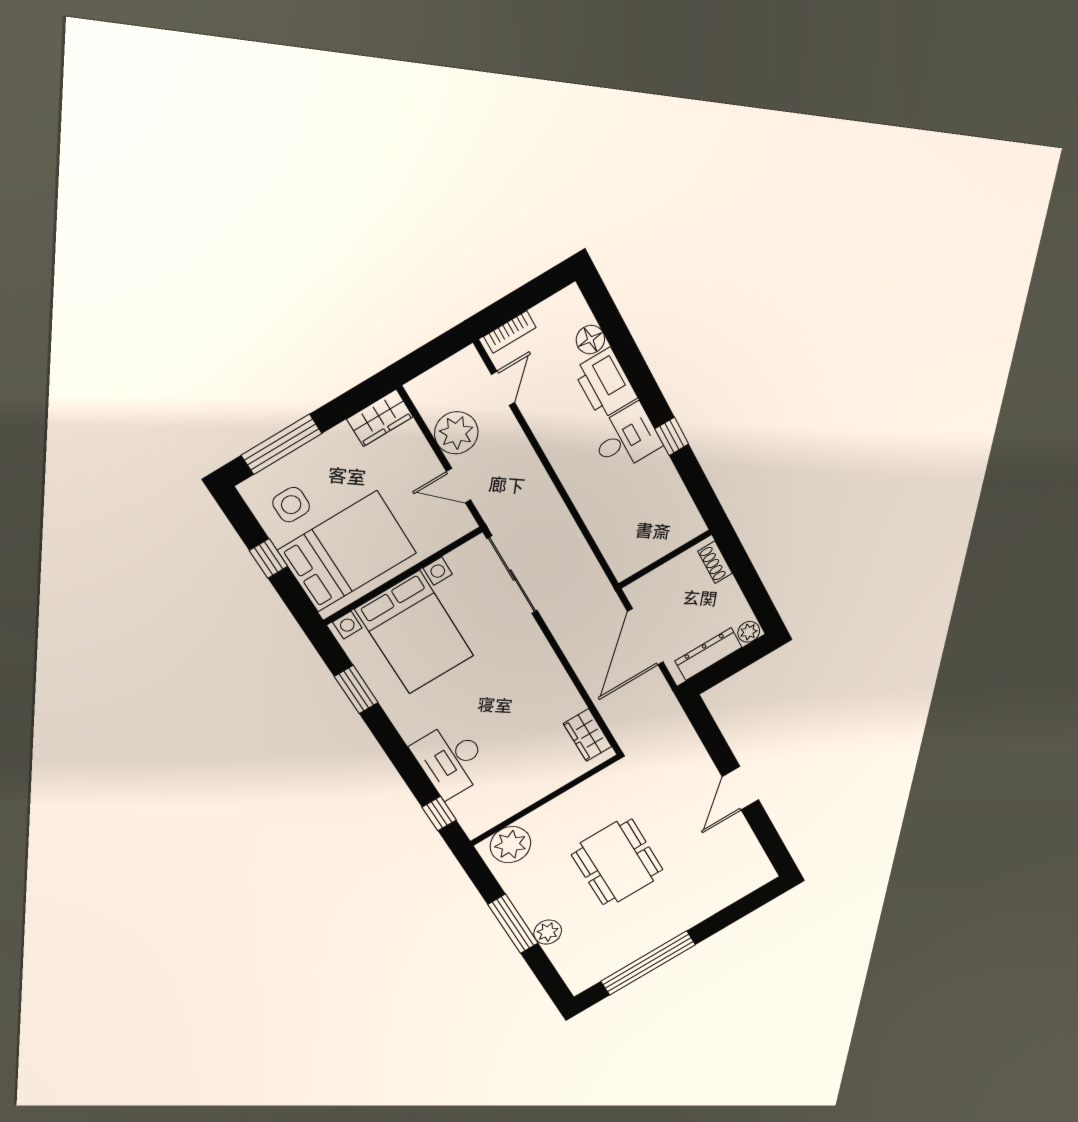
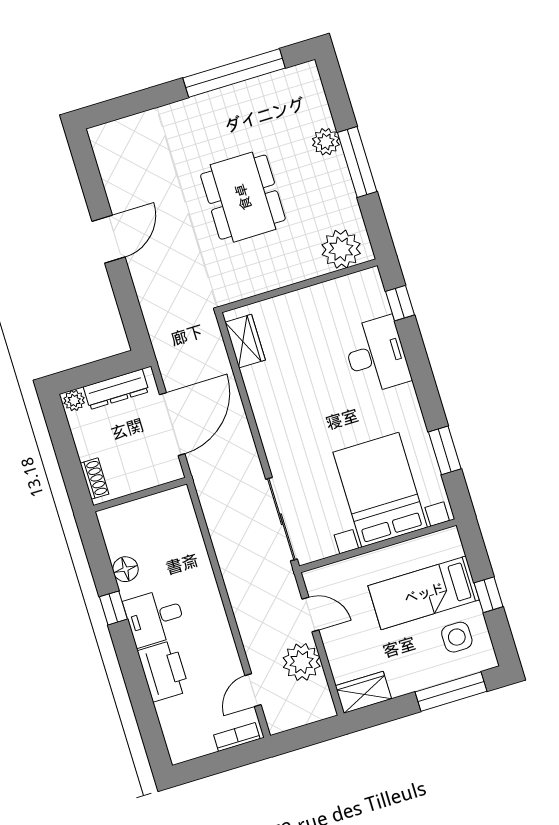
floor lamp: (590, 340) -> (125, 569), moved
bed: (347, 552) -> (424, 593), width x0.67

